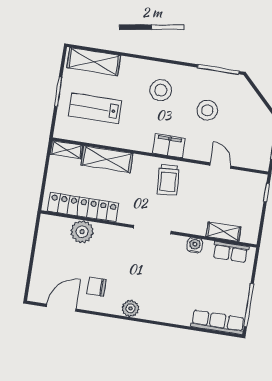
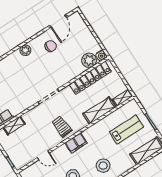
plant: (82, 232) -> (89, 60), moved
water cooler: (195, 245) -> (101, 56), moved

